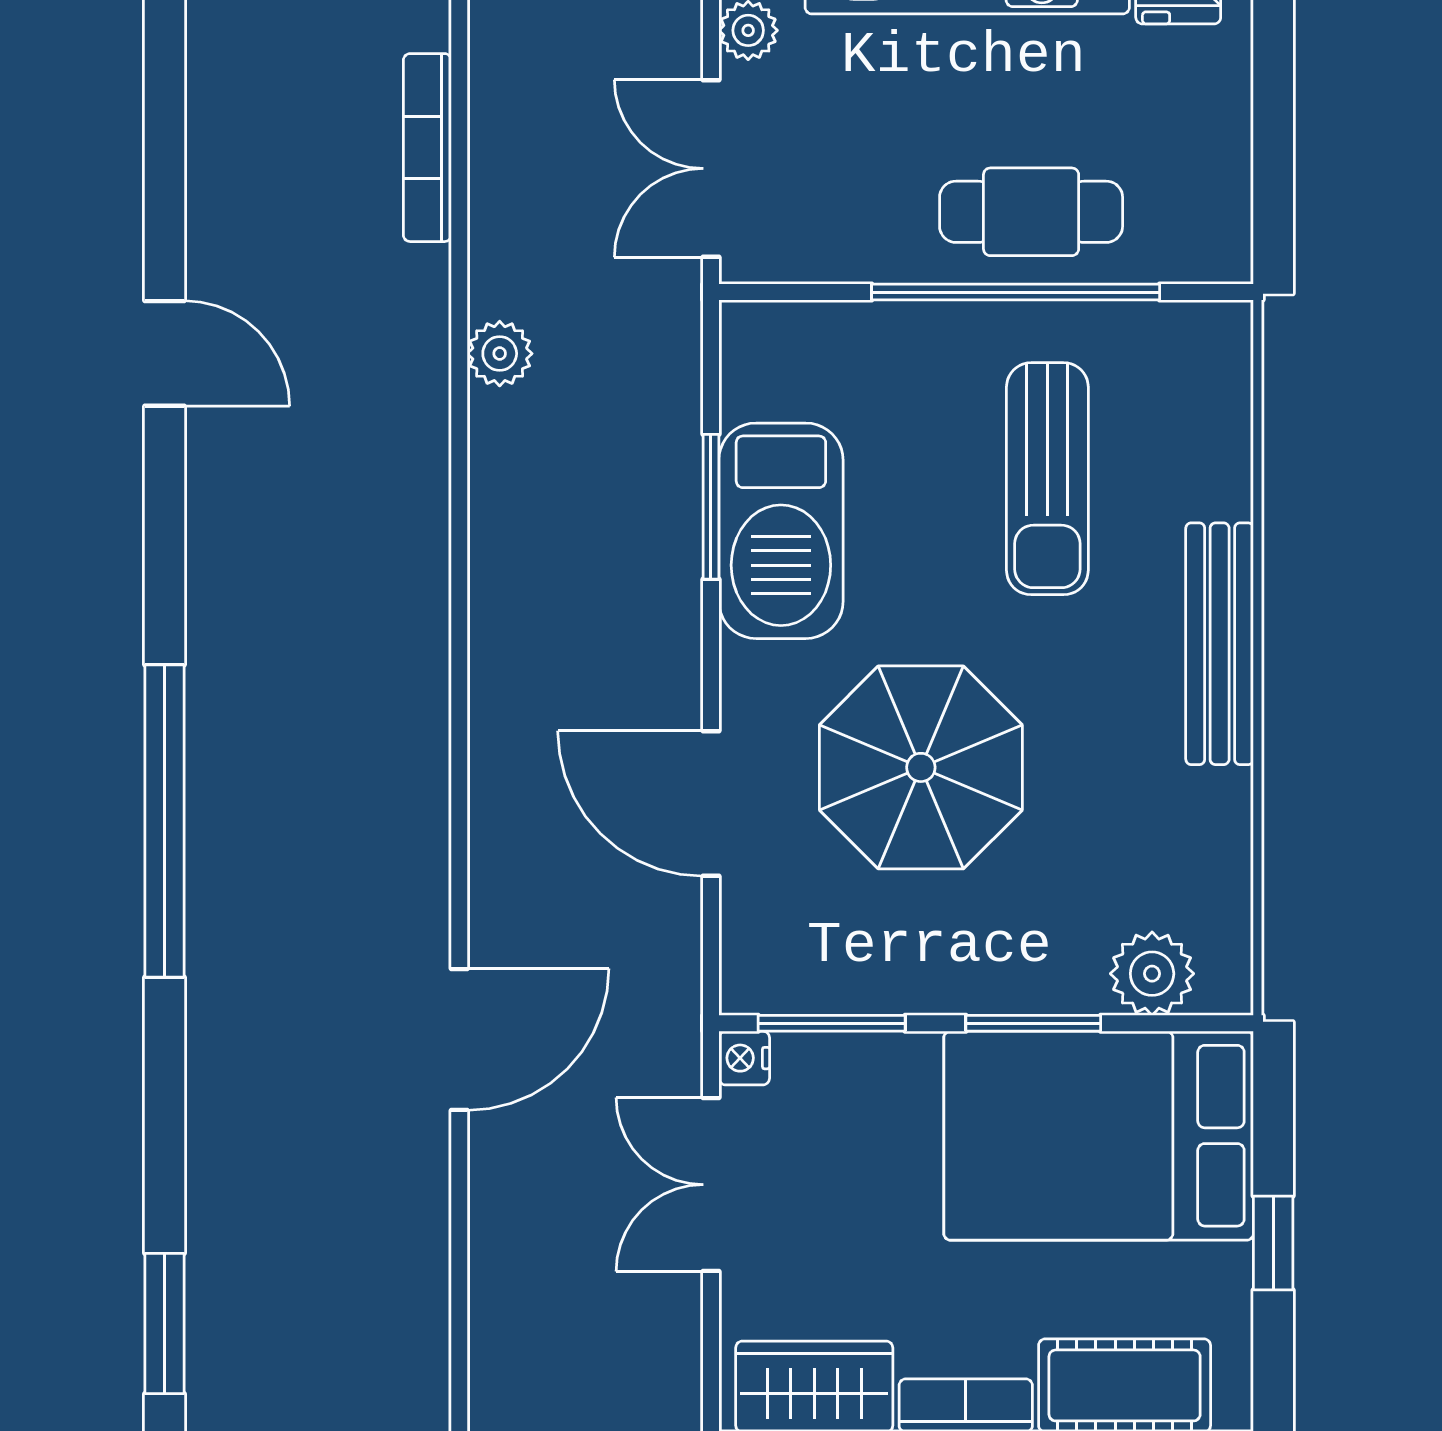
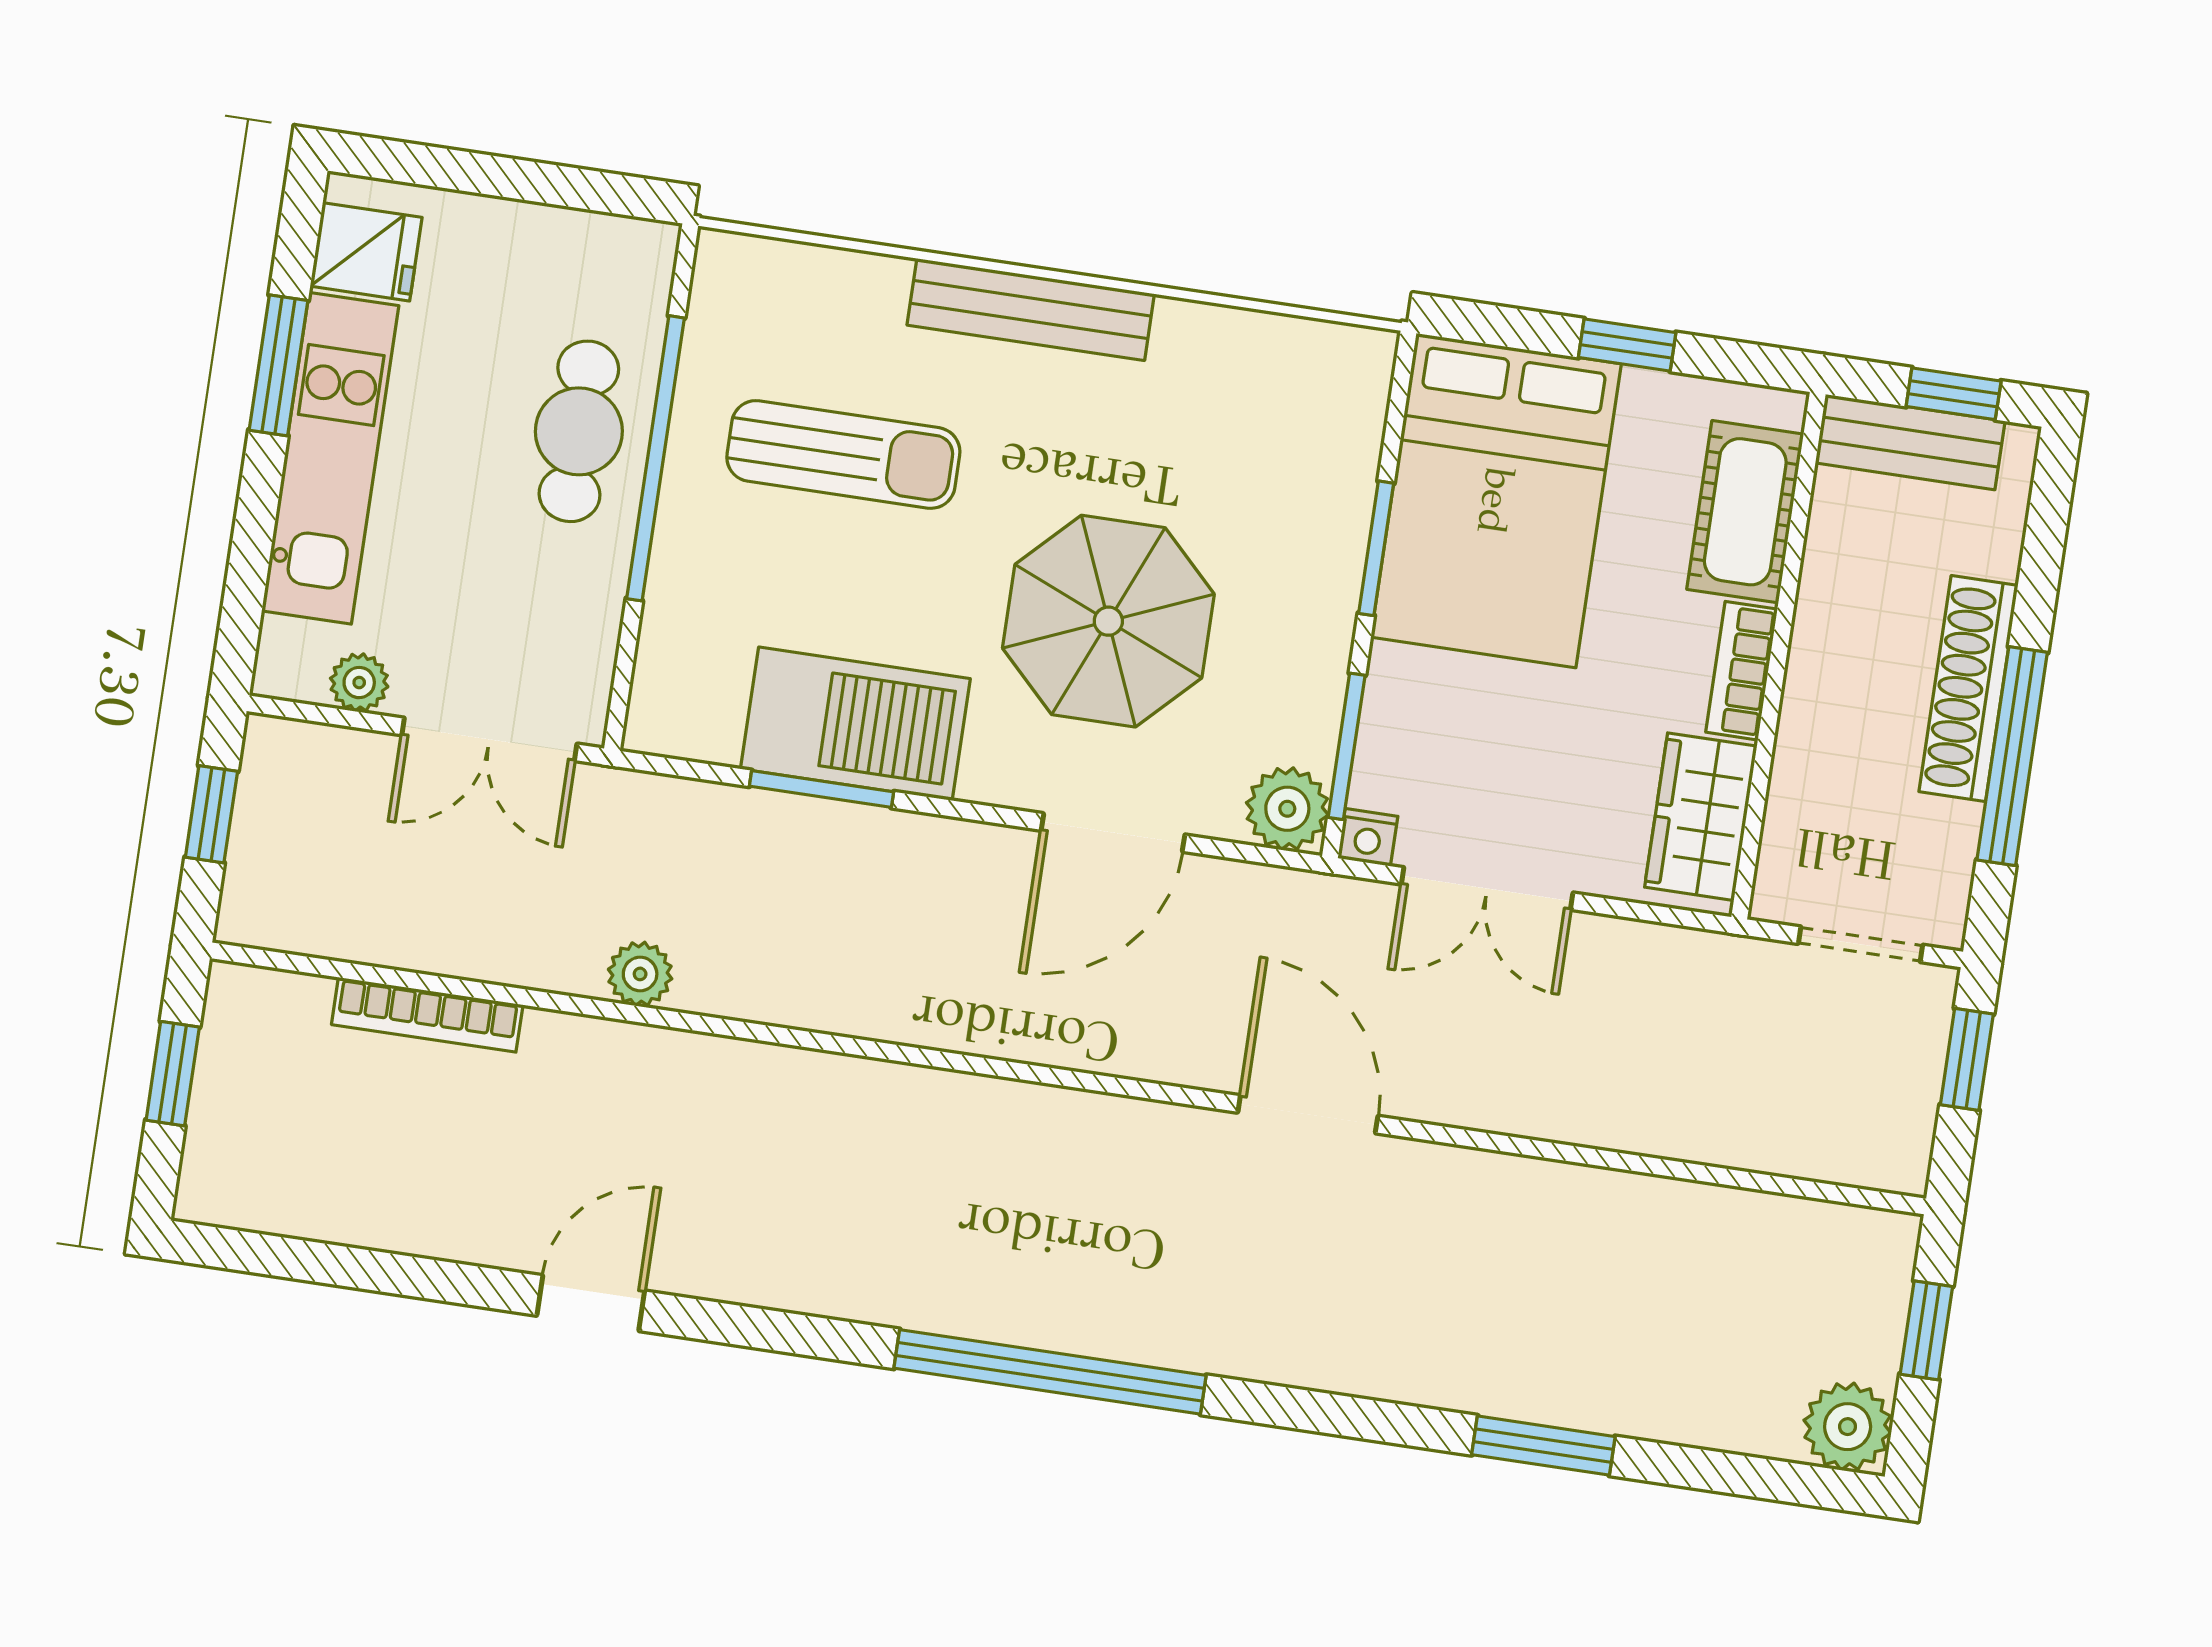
plant: (1152, 974) -> (1287, 809), moved

